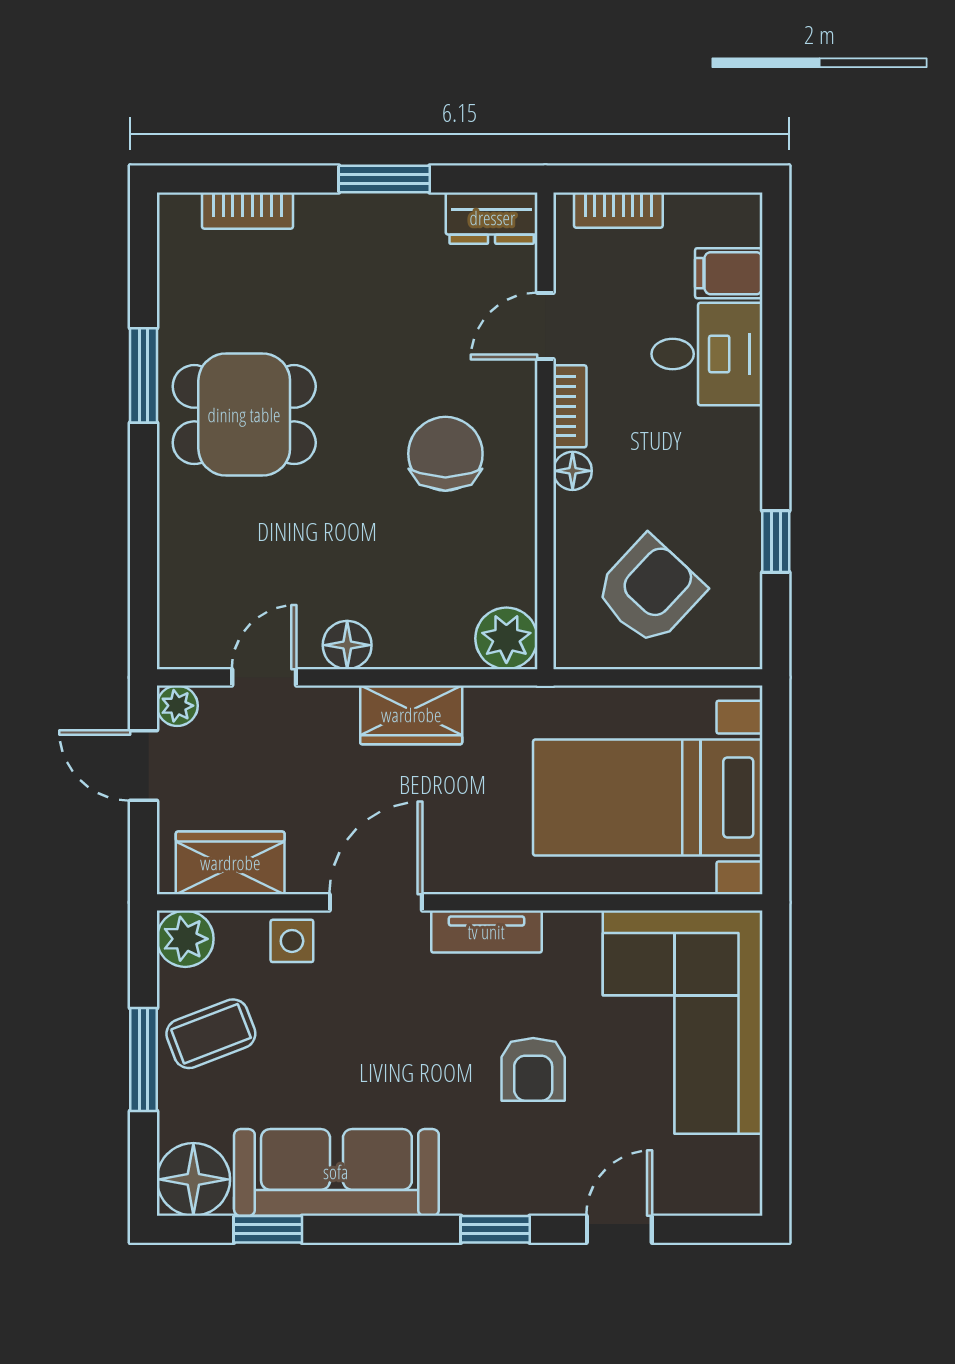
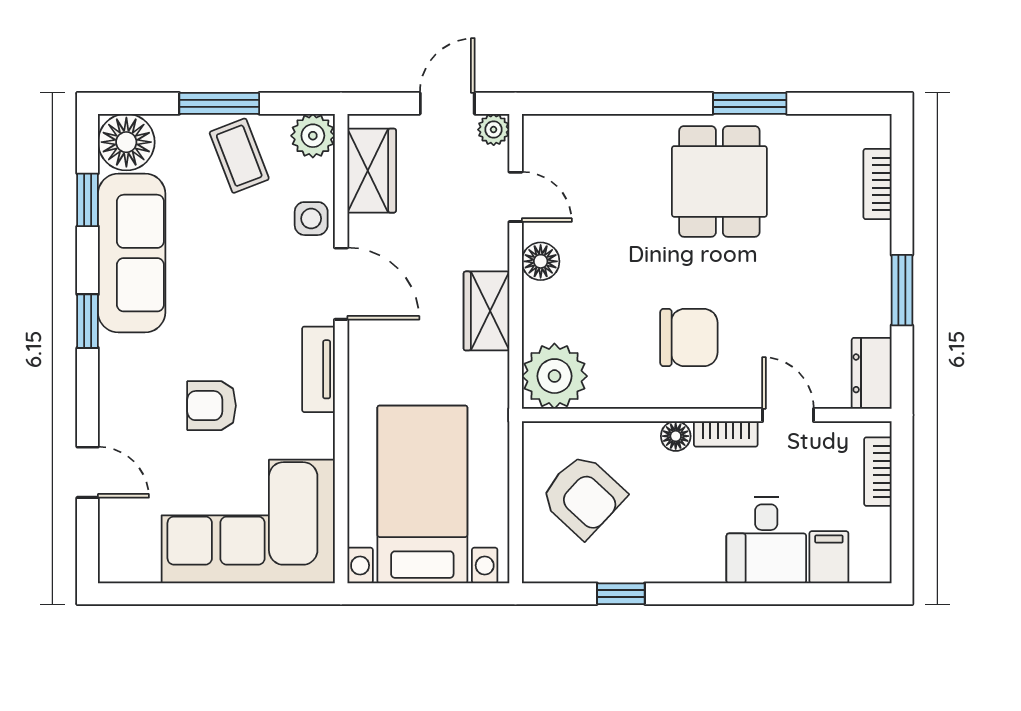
plant: (506, 638) -> (554, 376), width x1.36, depth x1.36
window: (495, 1229) -> (88, 321), moved

